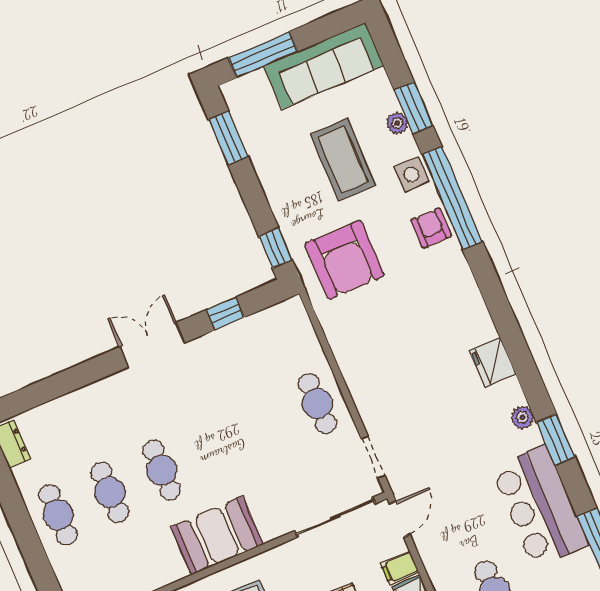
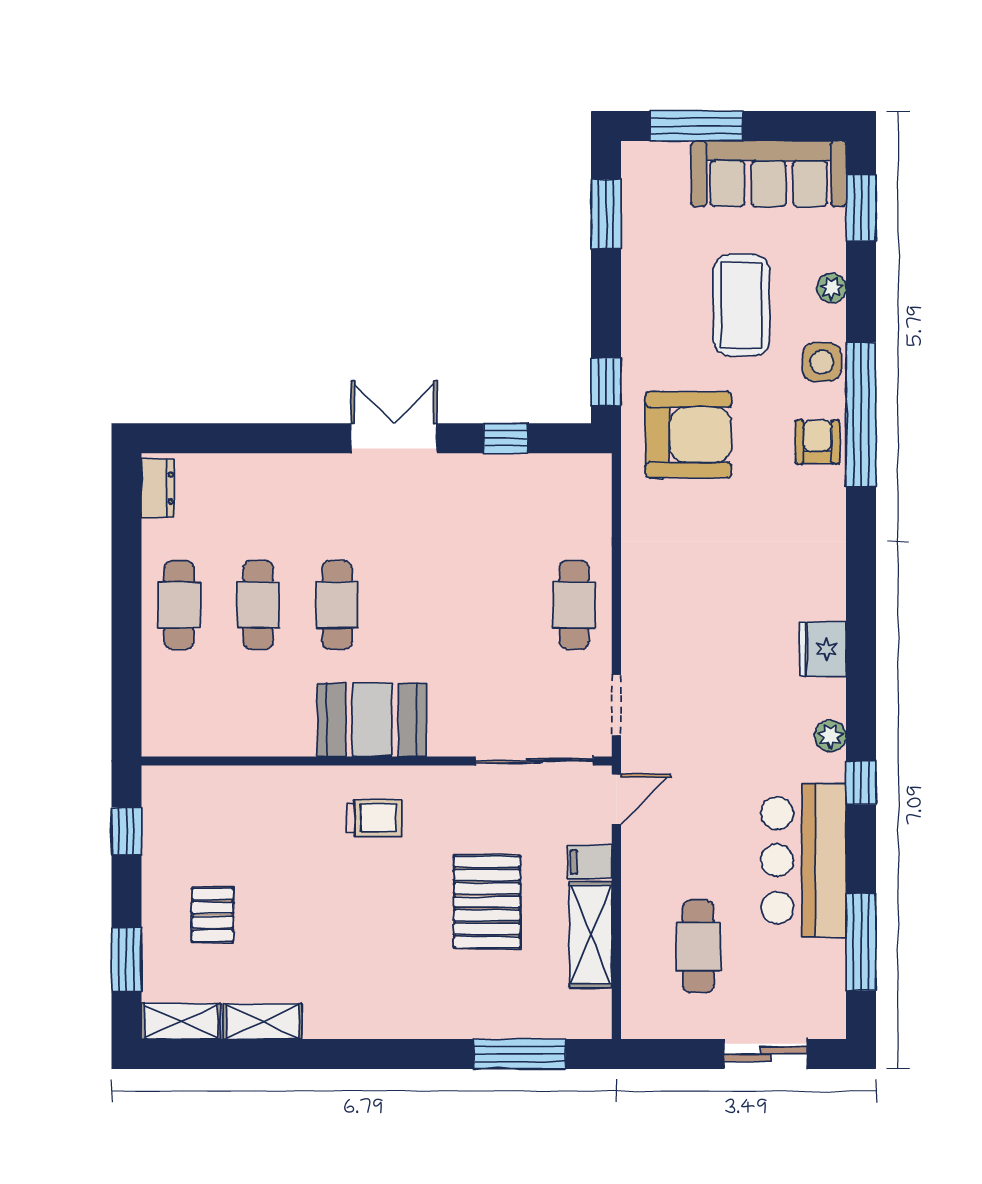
window: (414, 108) -> (861, 208), moved
armchair: (344, 260) -> (688, 435), turned -90
window: (556, 439) -> (861, 783), width x0.67

